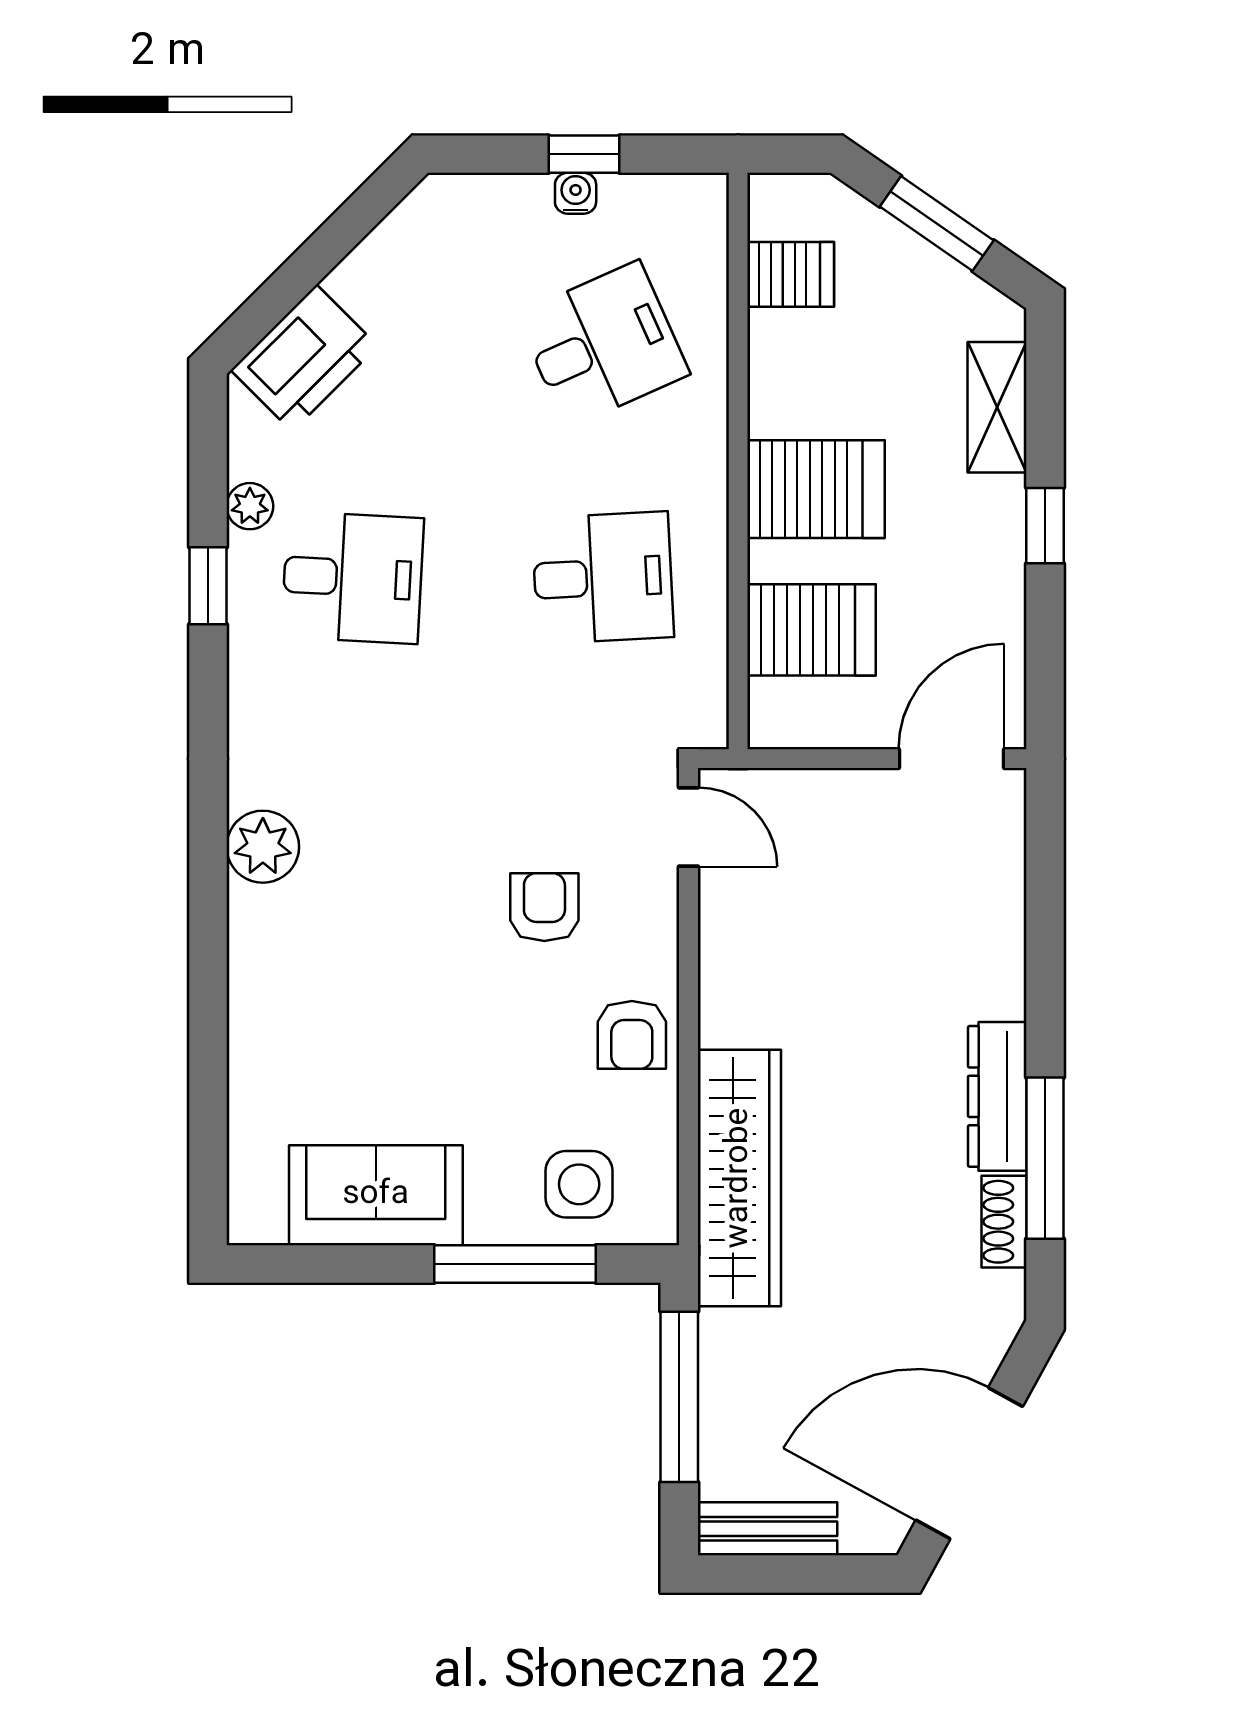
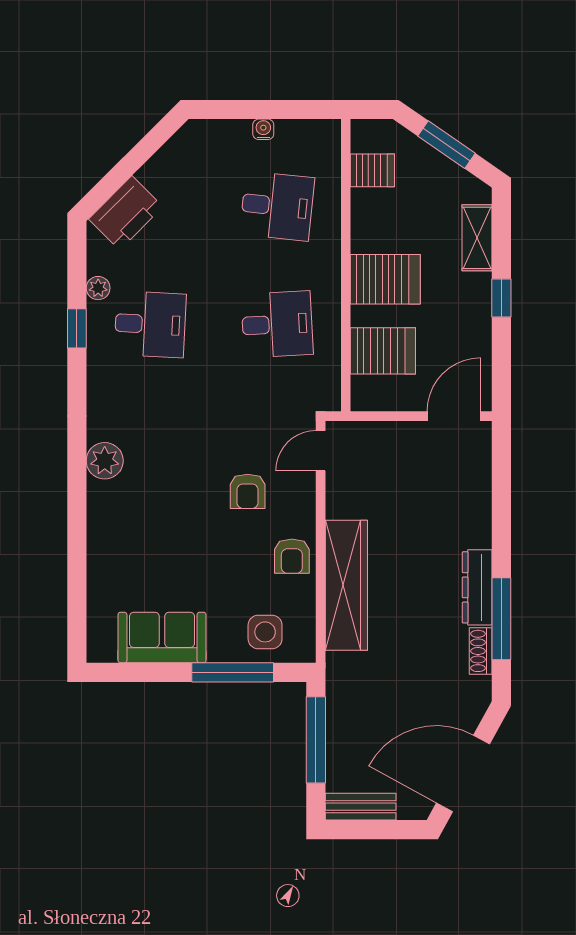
window: (584, 154) -> (268, 109), removed
desk: (603, 344) -> (277, 206), turned 30
door: (688, 827) -> (321, 451), swing flipped
armchair: (544, 907) -> (248, 491), turned 180
wardrobe: (739, 1178) -> (346, 585), moved

